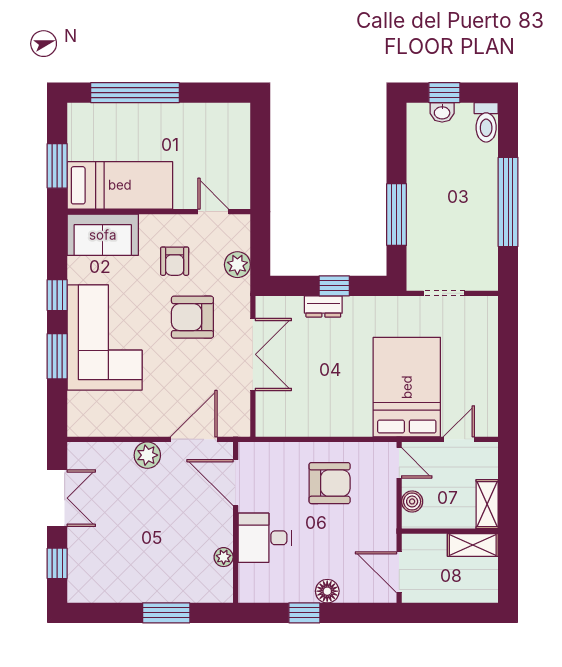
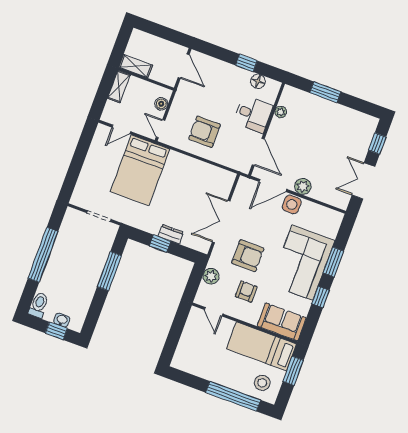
stool: (98, 130) -> (262, 383), added
side table: (154, 421) -> (292, 204), added
floor lamp: (327, 591) -> (258, 81), moved

